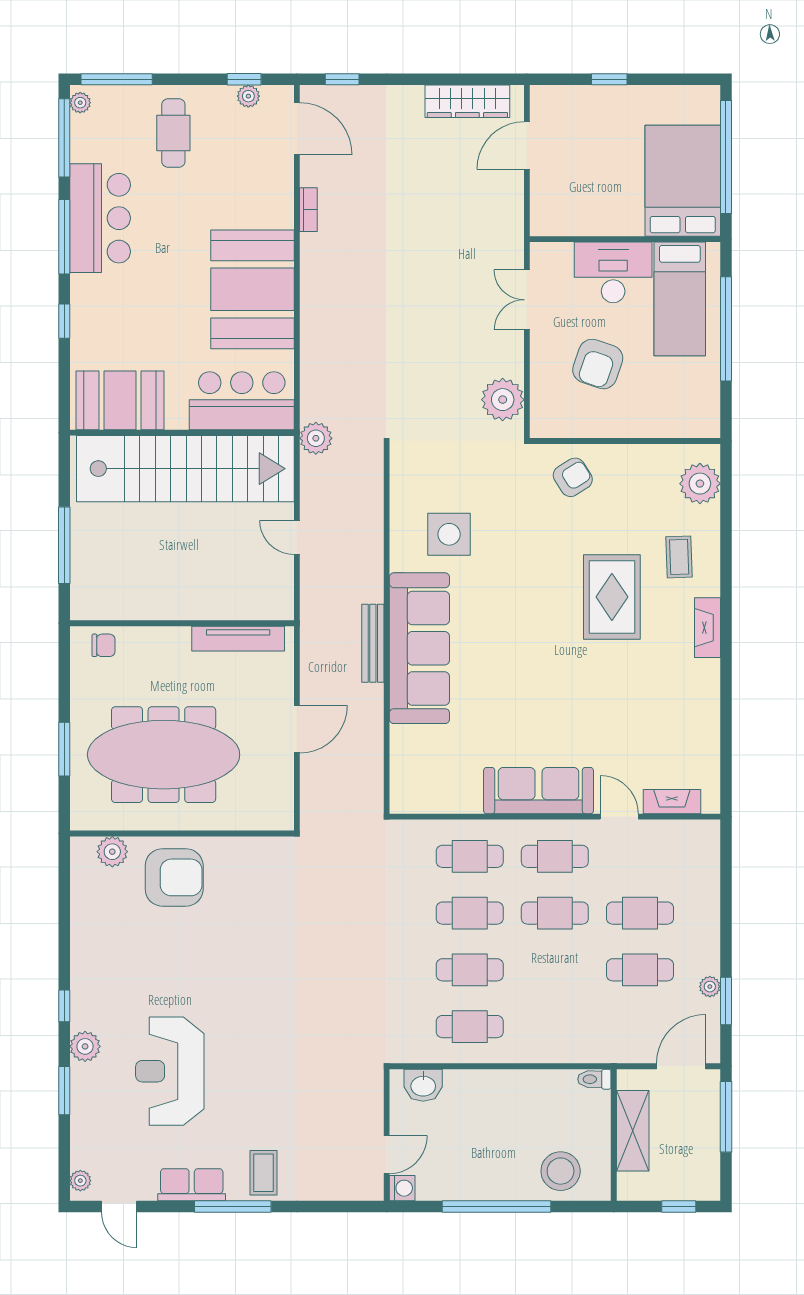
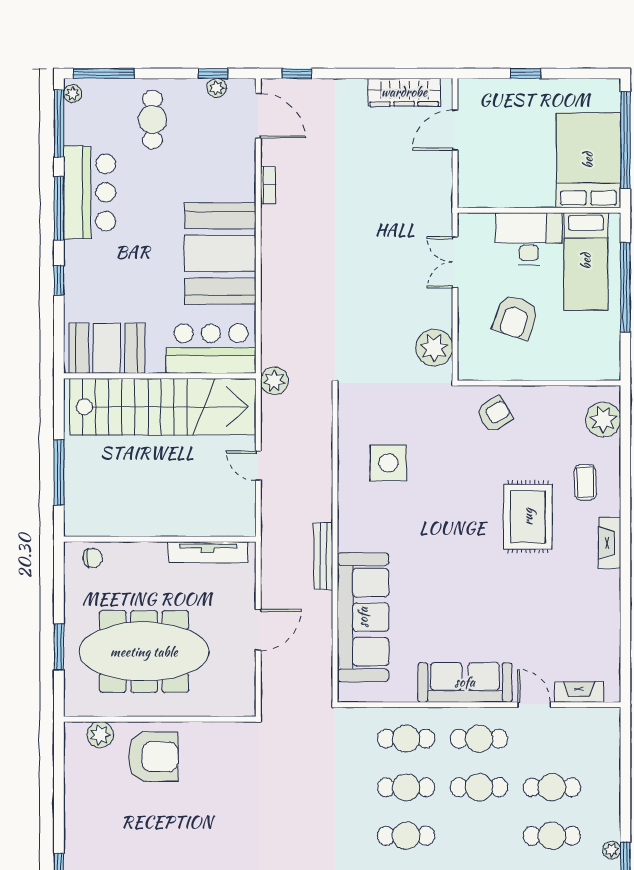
sofa: (419, 648) -> (363, 617), moved

